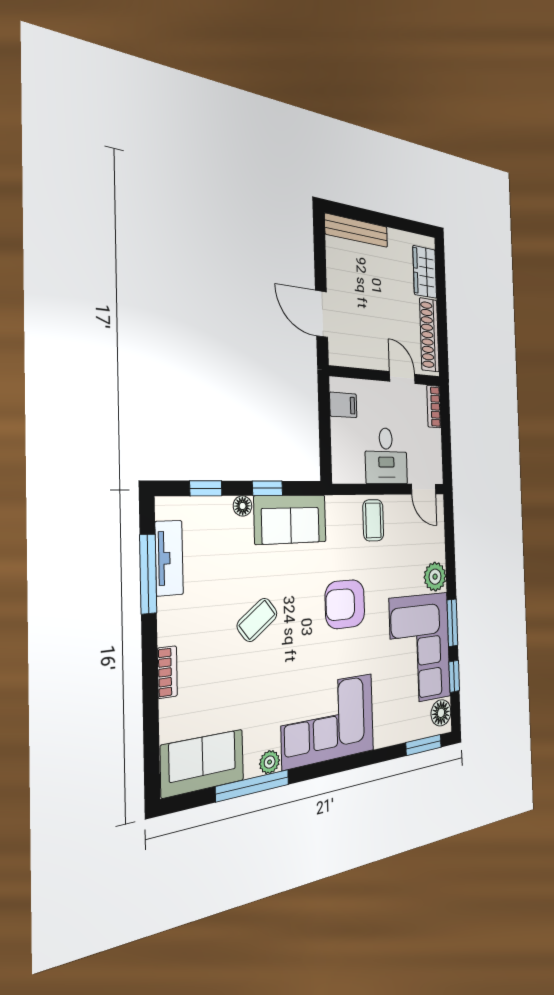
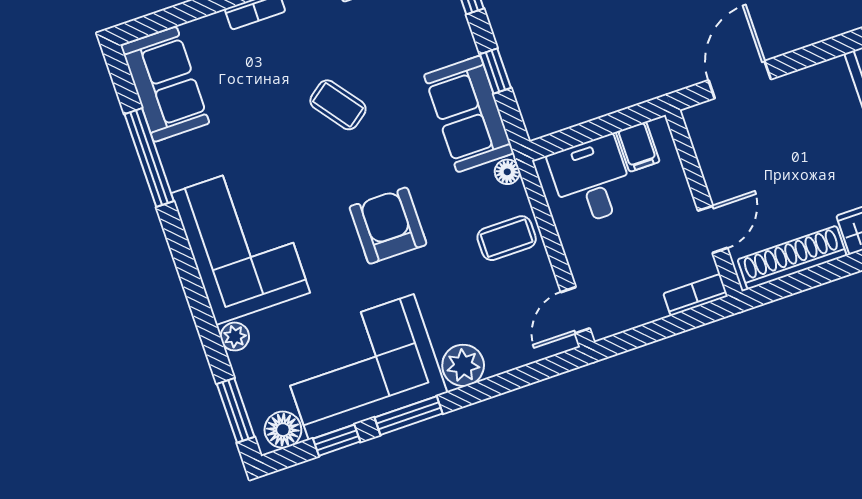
desk: (386, 456) -> (592, 181), moved, turned 90
floor lamp: (243, 506) -> (507, 172), moved
plant: (270, 762) -> (235, 337), moved

